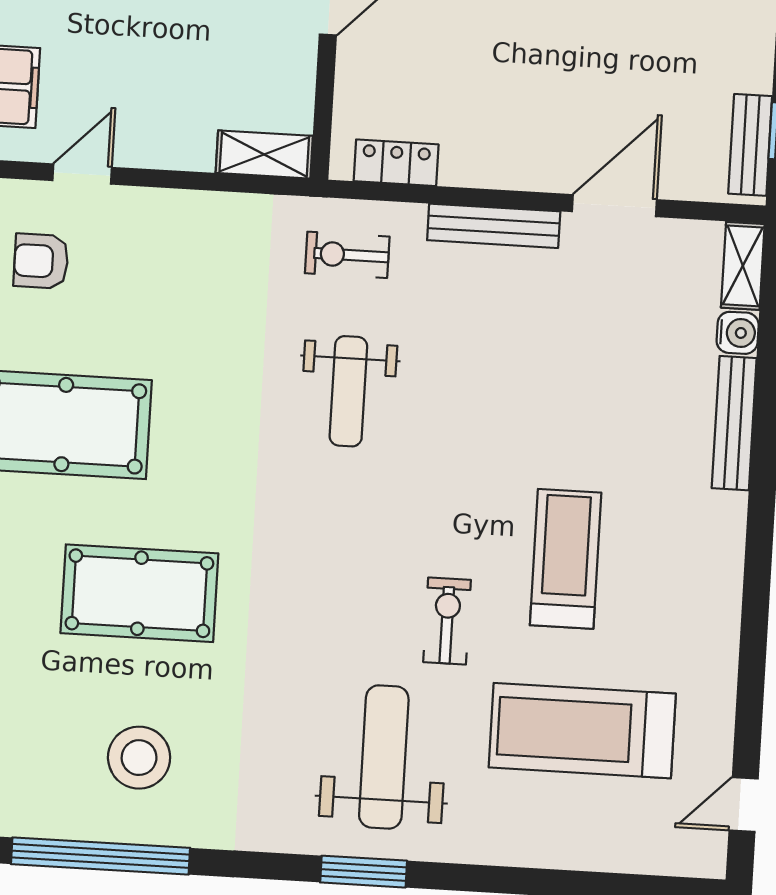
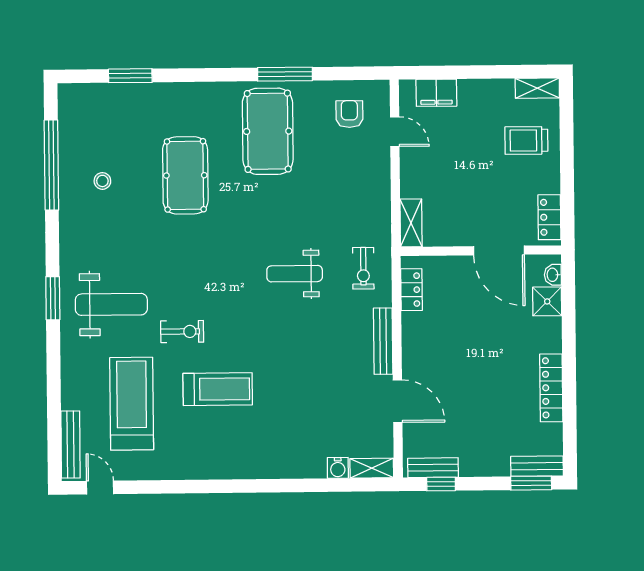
exercise bike: (347, 255) -> (363, 268), turned 180
bench: (734, 423) -> (70, 444), moved, turned 90
stool: (139, 758) -> (102, 181), width x0.53, depth x0.53

